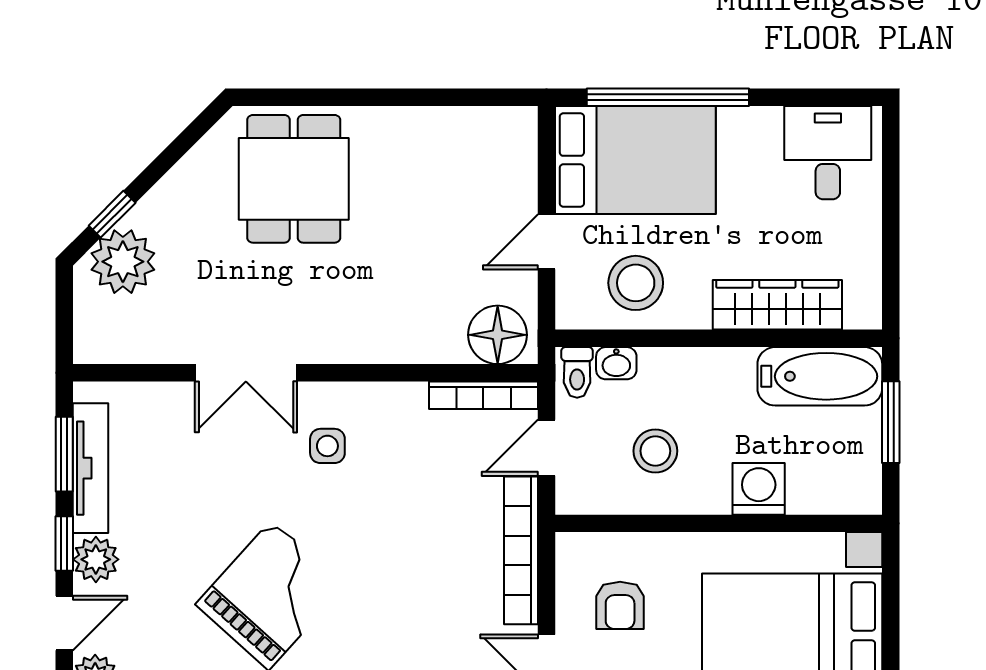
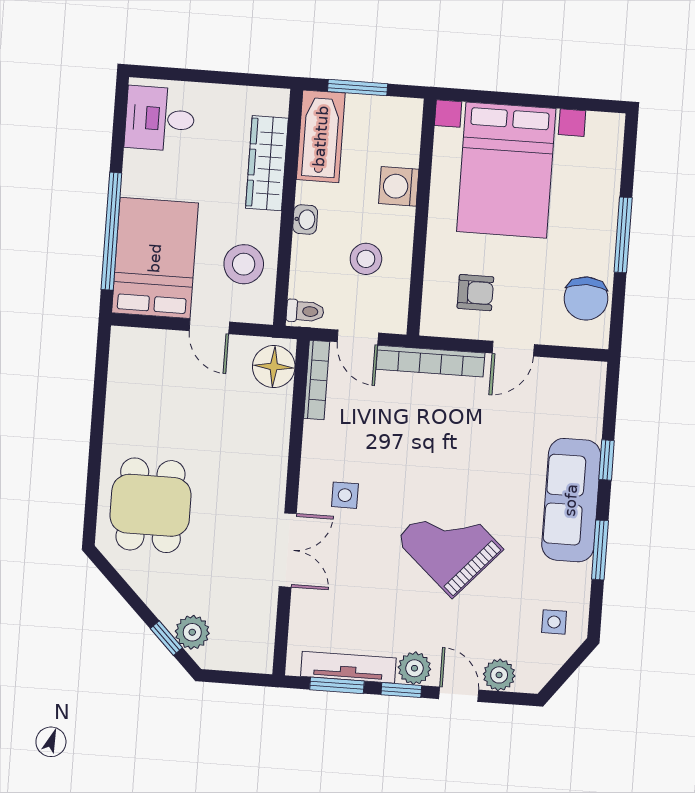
dining table: (294, 179) -> (151, 505), turned 90
plant: (123, 262) -> (192, 632), width x0.73, depth x0.73
washbasin: (616, 363) -> (305, 220), moved

